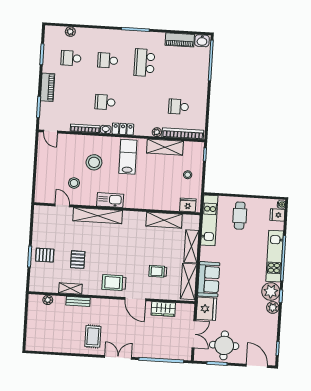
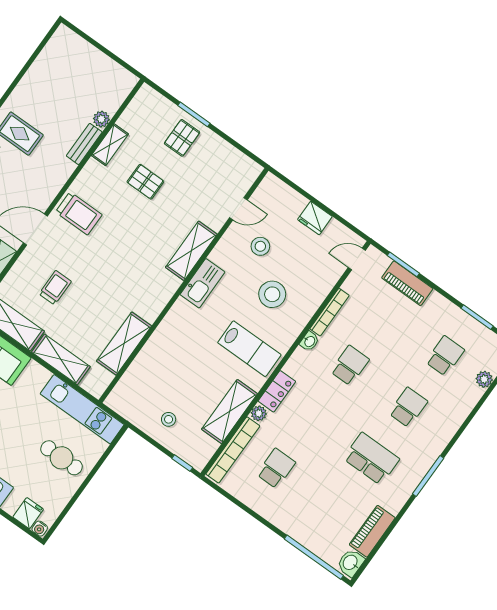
piano: (48, 87) -> (407, 283), moved
locker: (123, 129) -> (277, 391), moved
fridge: (188, 205) -> (315, 218), moved, turned 90
shelving: (98, 216) -> (191, 251), width x0.68
trolley: (114, 283) -> (79, 213), turned 90
plant: (48, 300) -> (101, 119), moved

